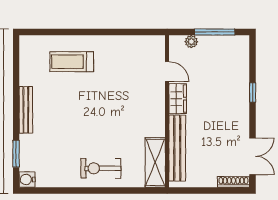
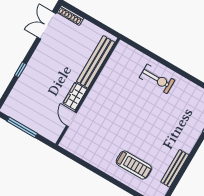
plant: (191, 42) -> (42, 130), removed
bench: (26, 110) -> (175, 168), moved
shelving: (155, 162) -> (117, 61), removed

